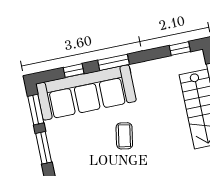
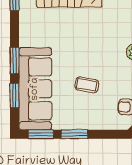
window: (74, 71) -> (15, 96), width x1.50
coffee table: (124, 136) -> (87, 85), moved

